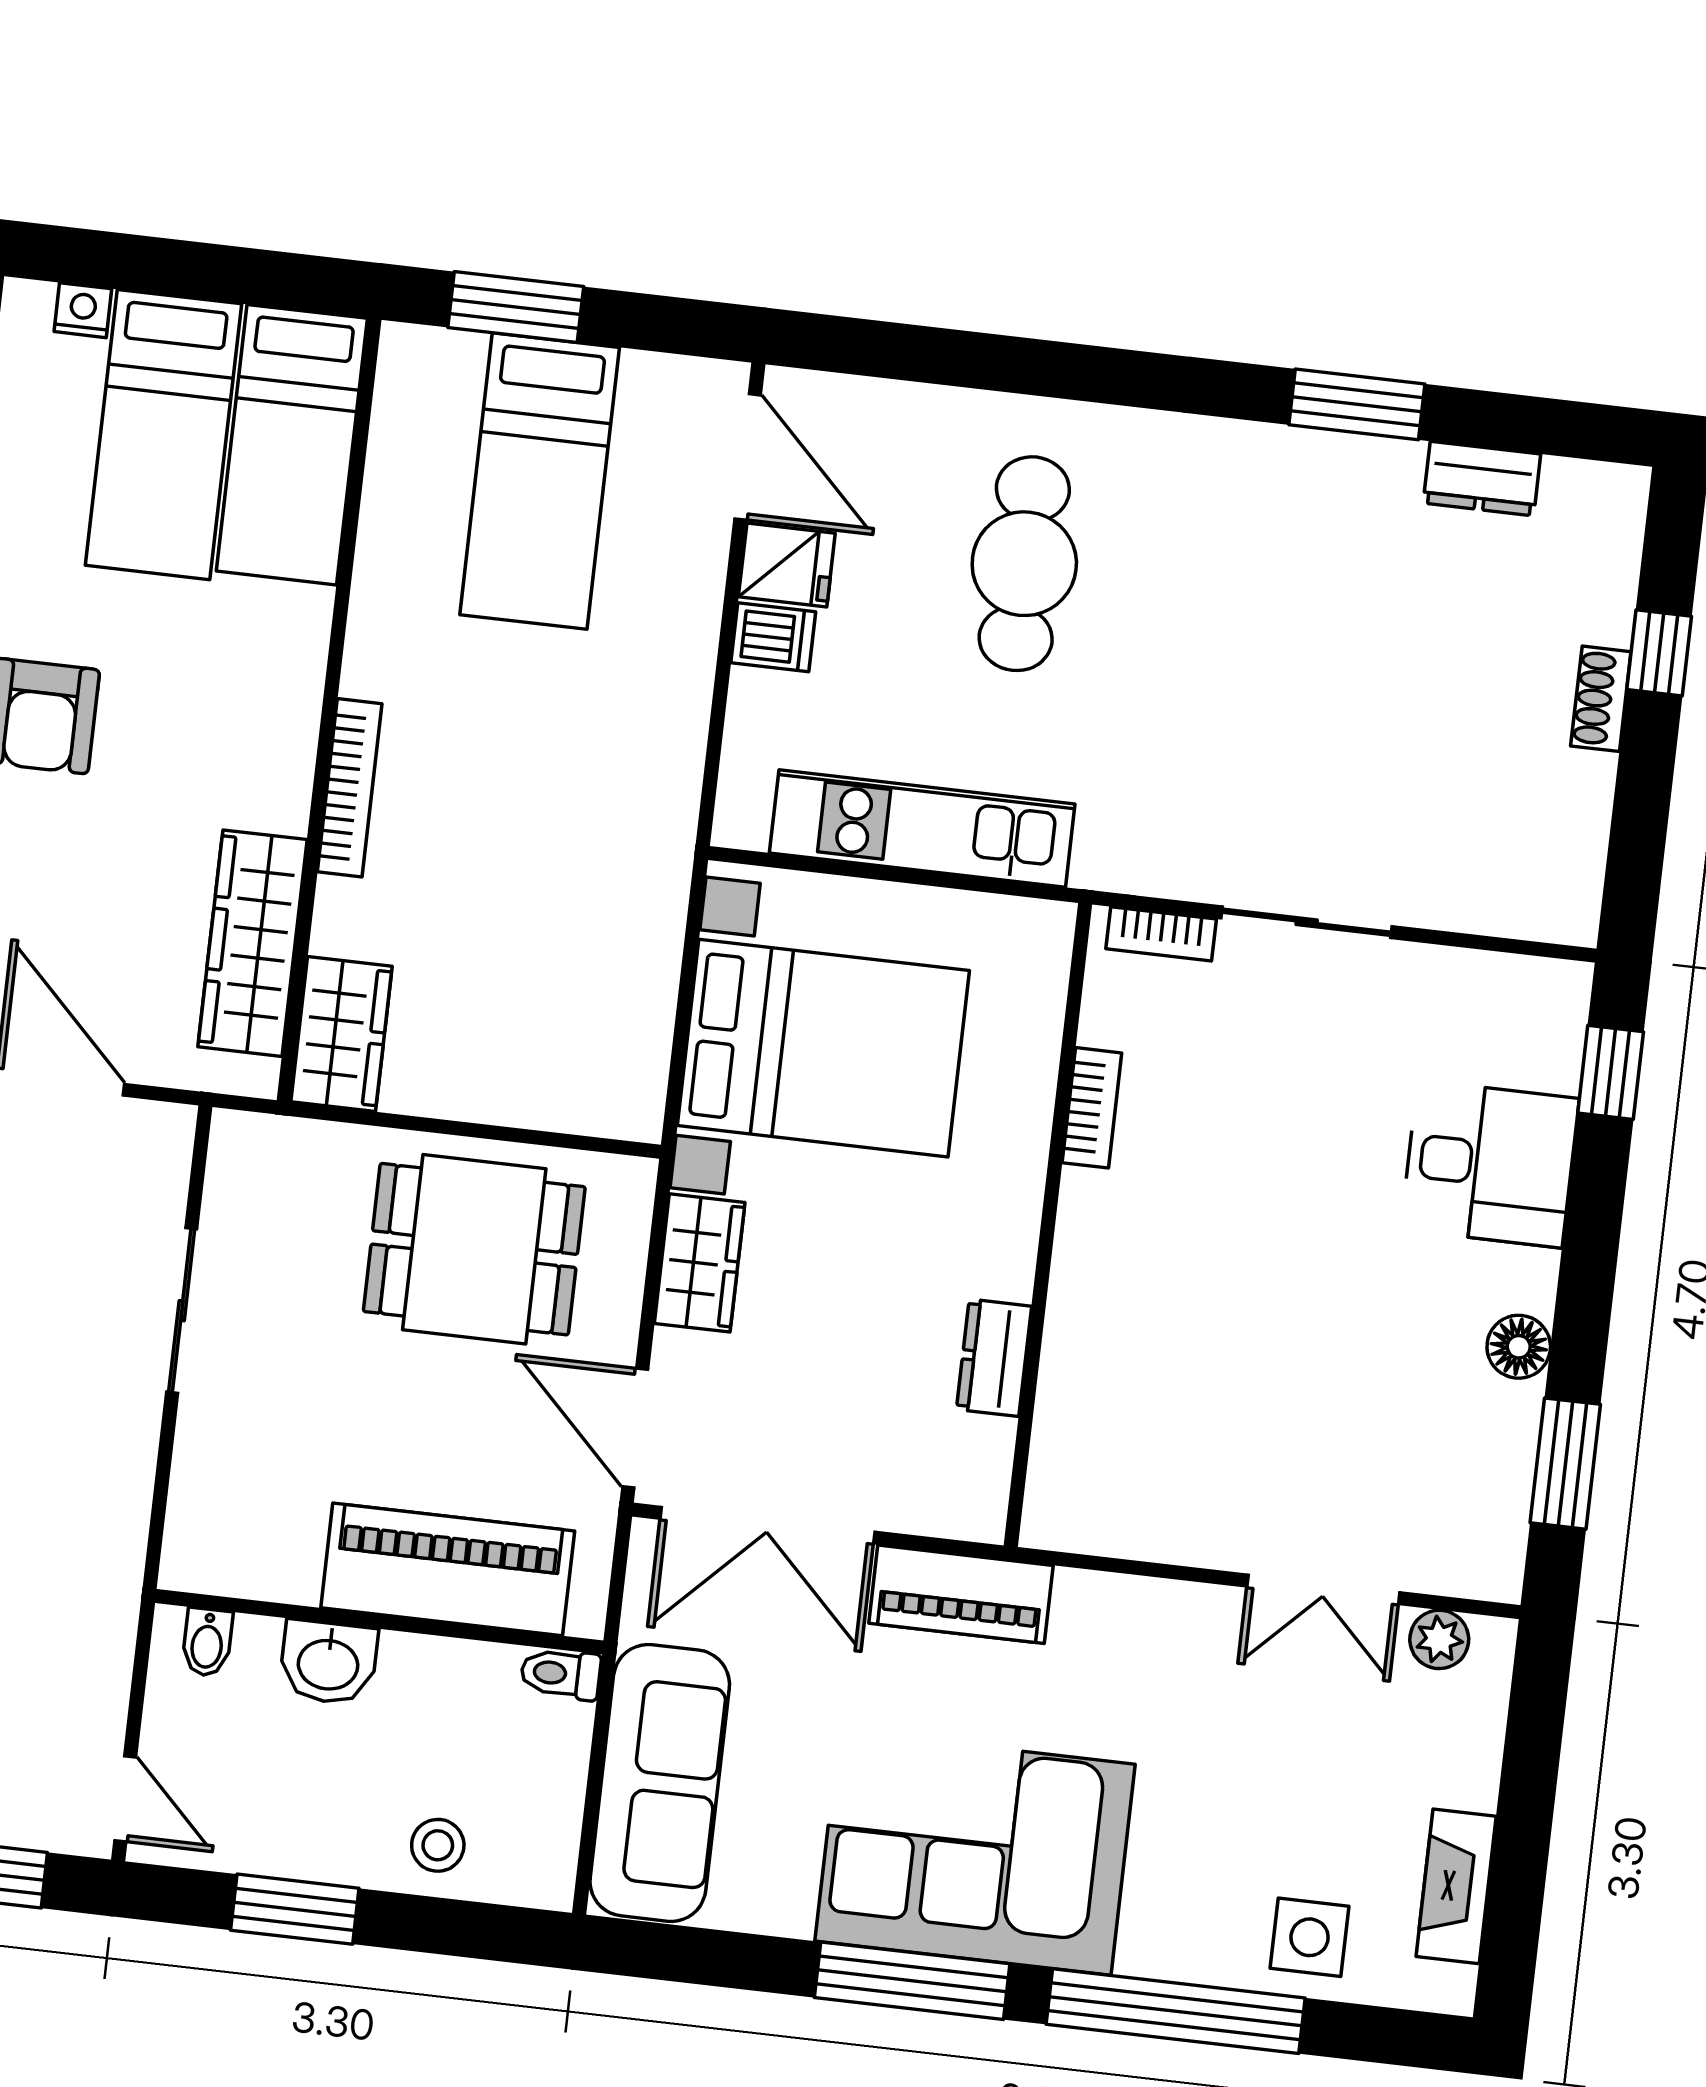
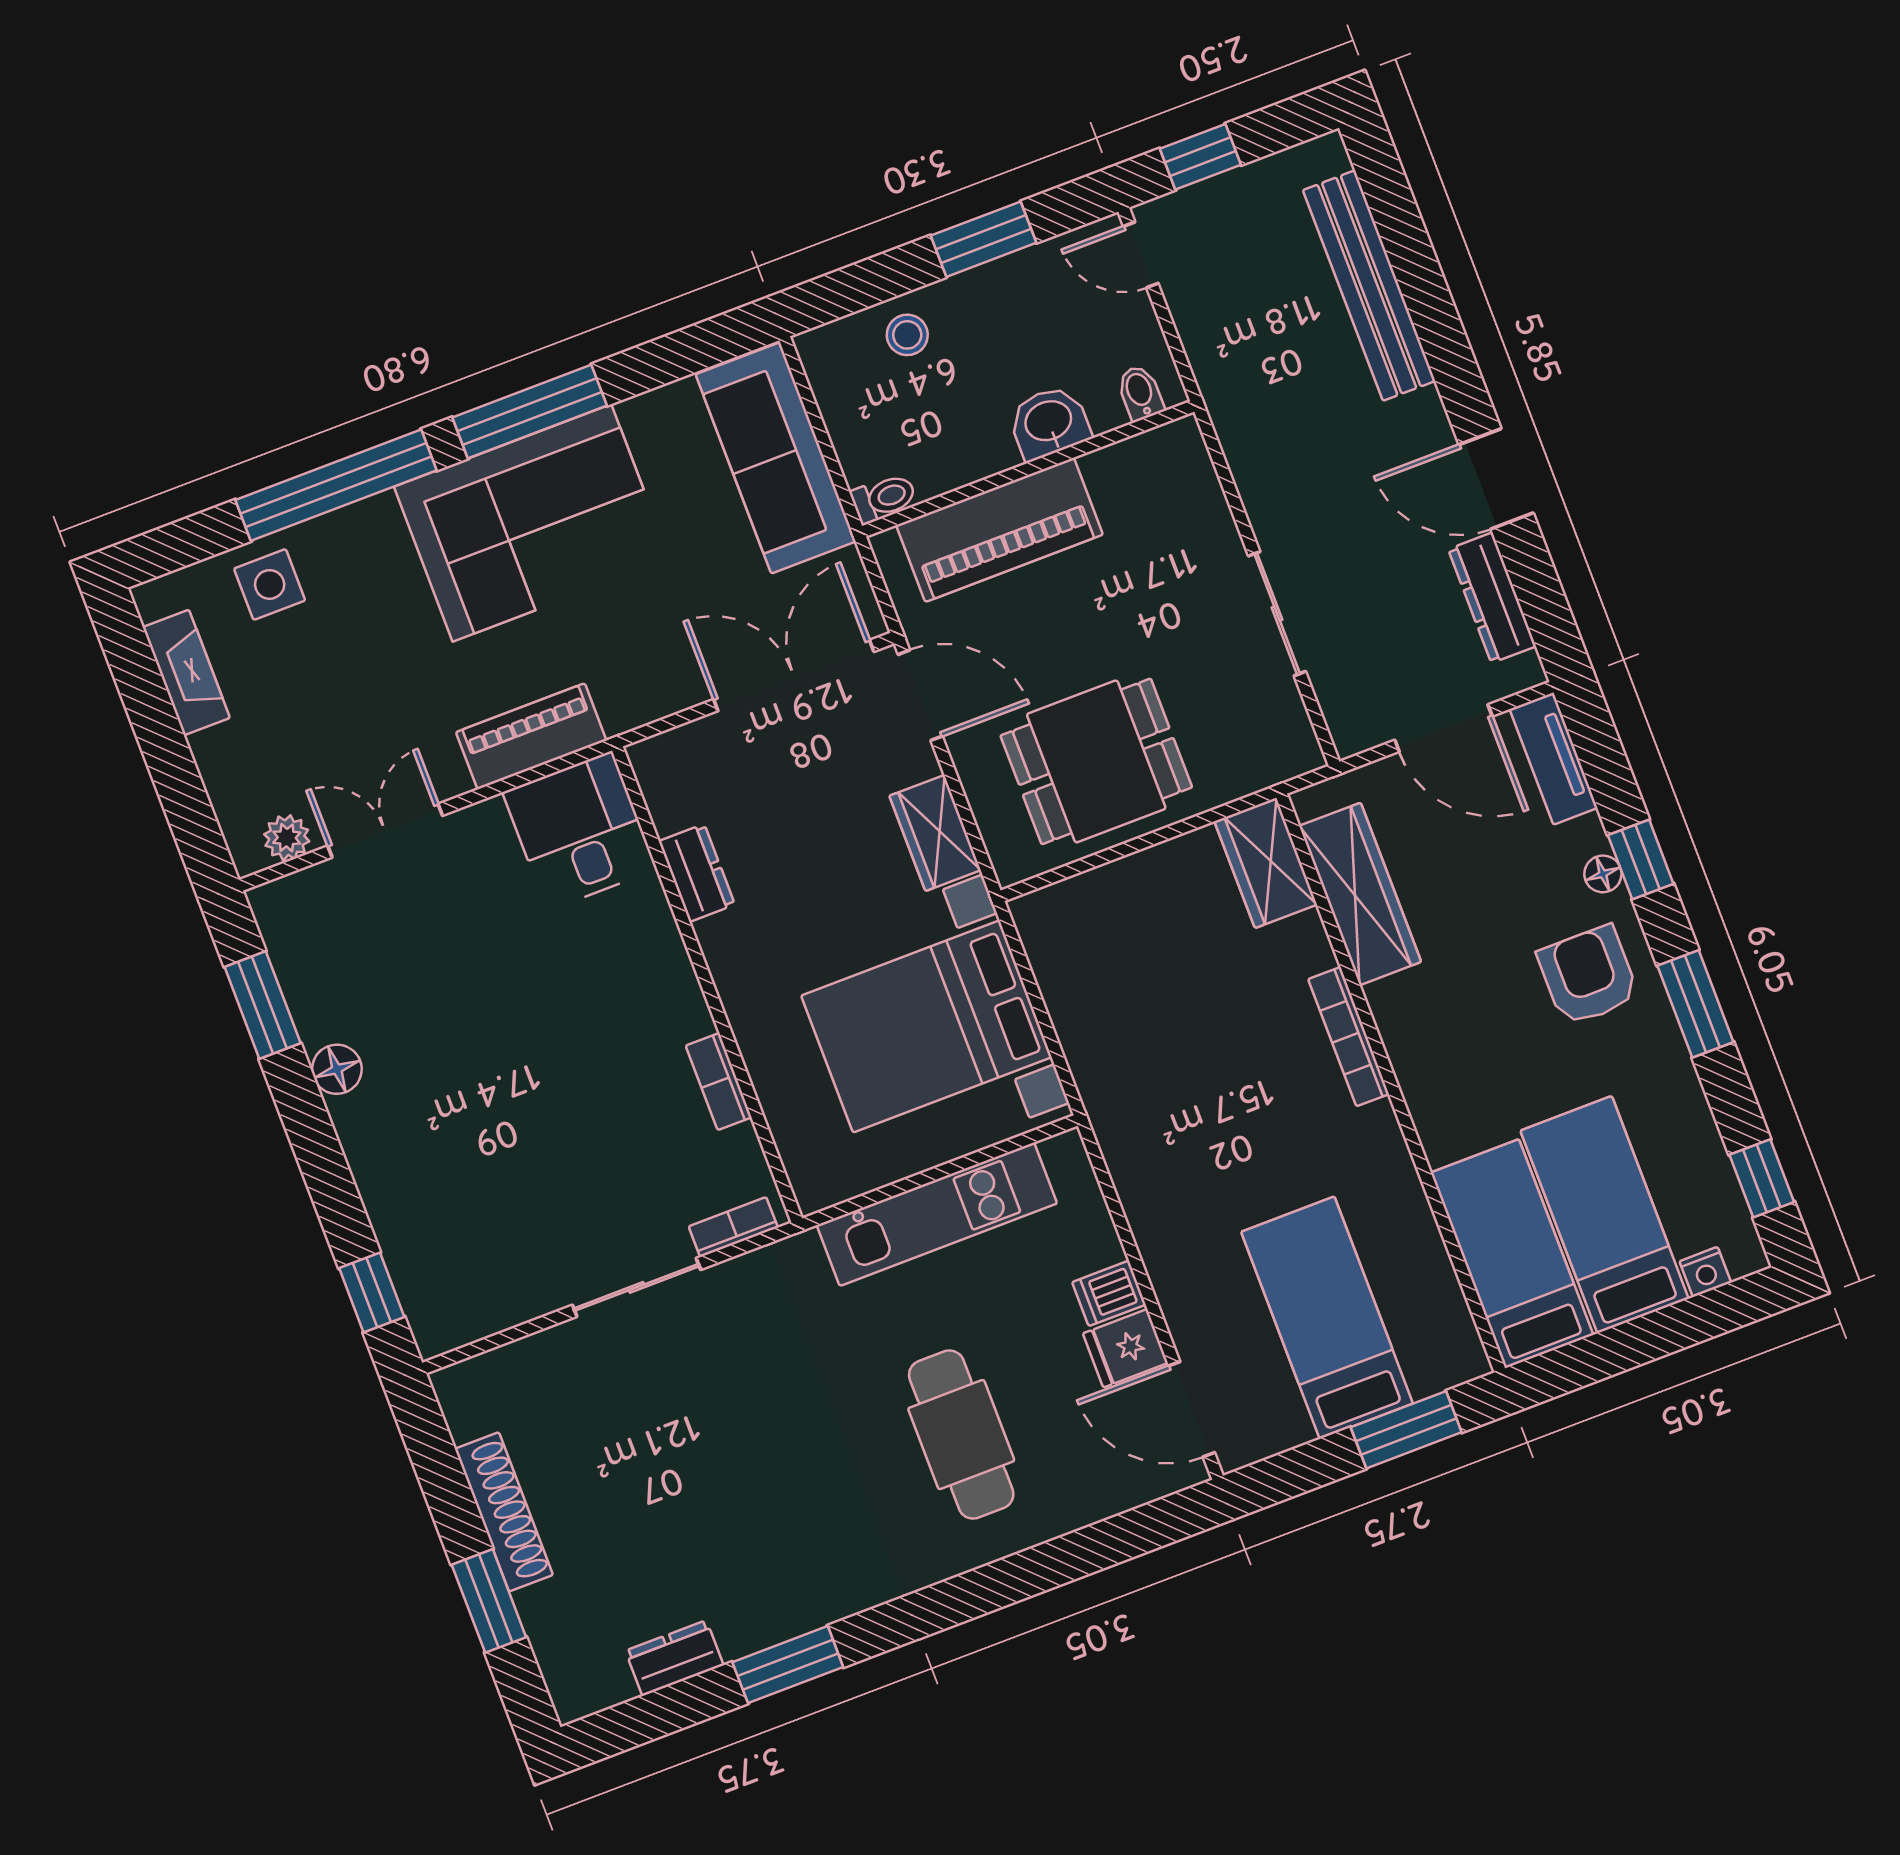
window: (1659, 653) -> (489, 1601), width x1.50
shoe rack: (1601, 699) -> (504, 1512), width x1.94, depth x1.24
desk: (1490, 1164) -> (580, 831), moved, turned 90
piano: (961, 1594) -> (531, 736), moved

